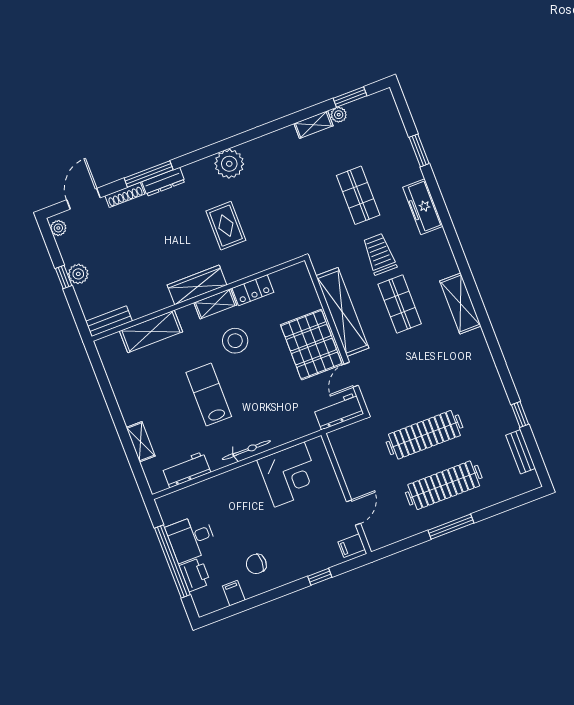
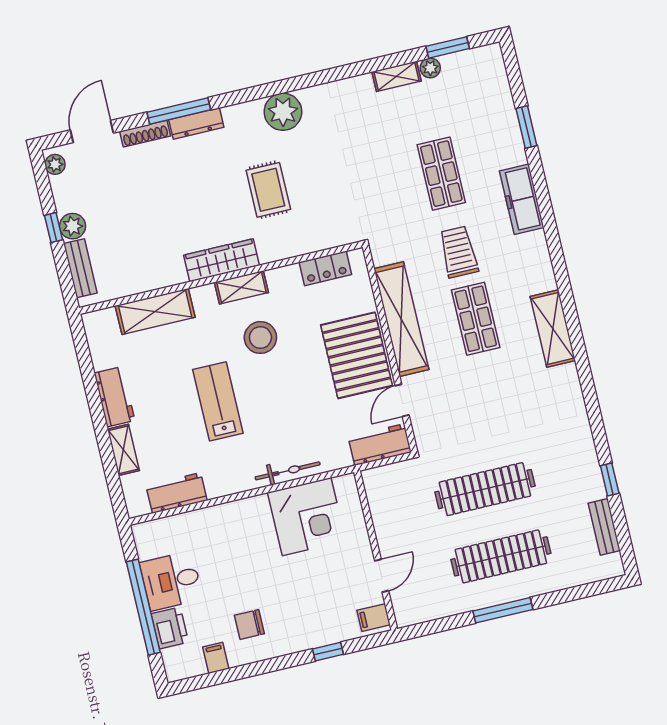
locker: (253, 290) -> (325, 268), moved
bench: (109, 321) -> (80, 268), moved, turned 90
workbench: (128, 402) -> (114, 397), added
bicycle: (246, 450) -> (288, 471), moved

